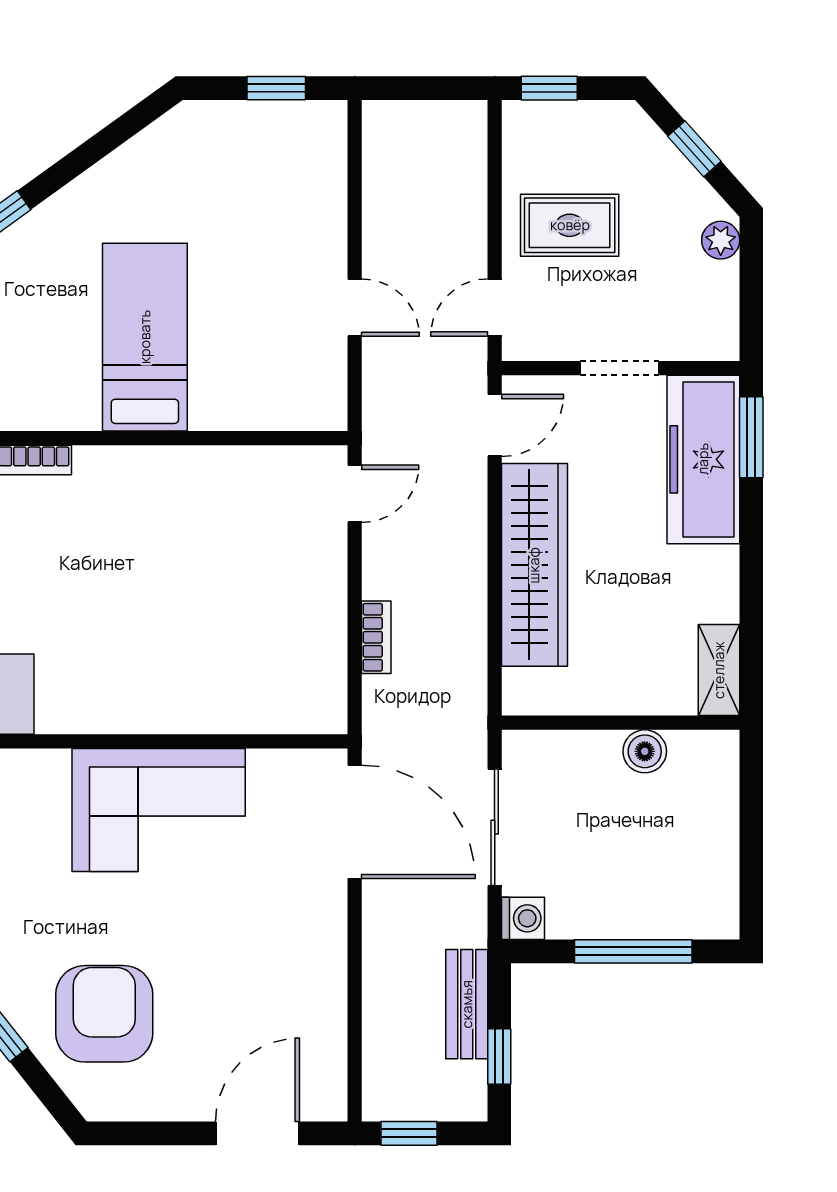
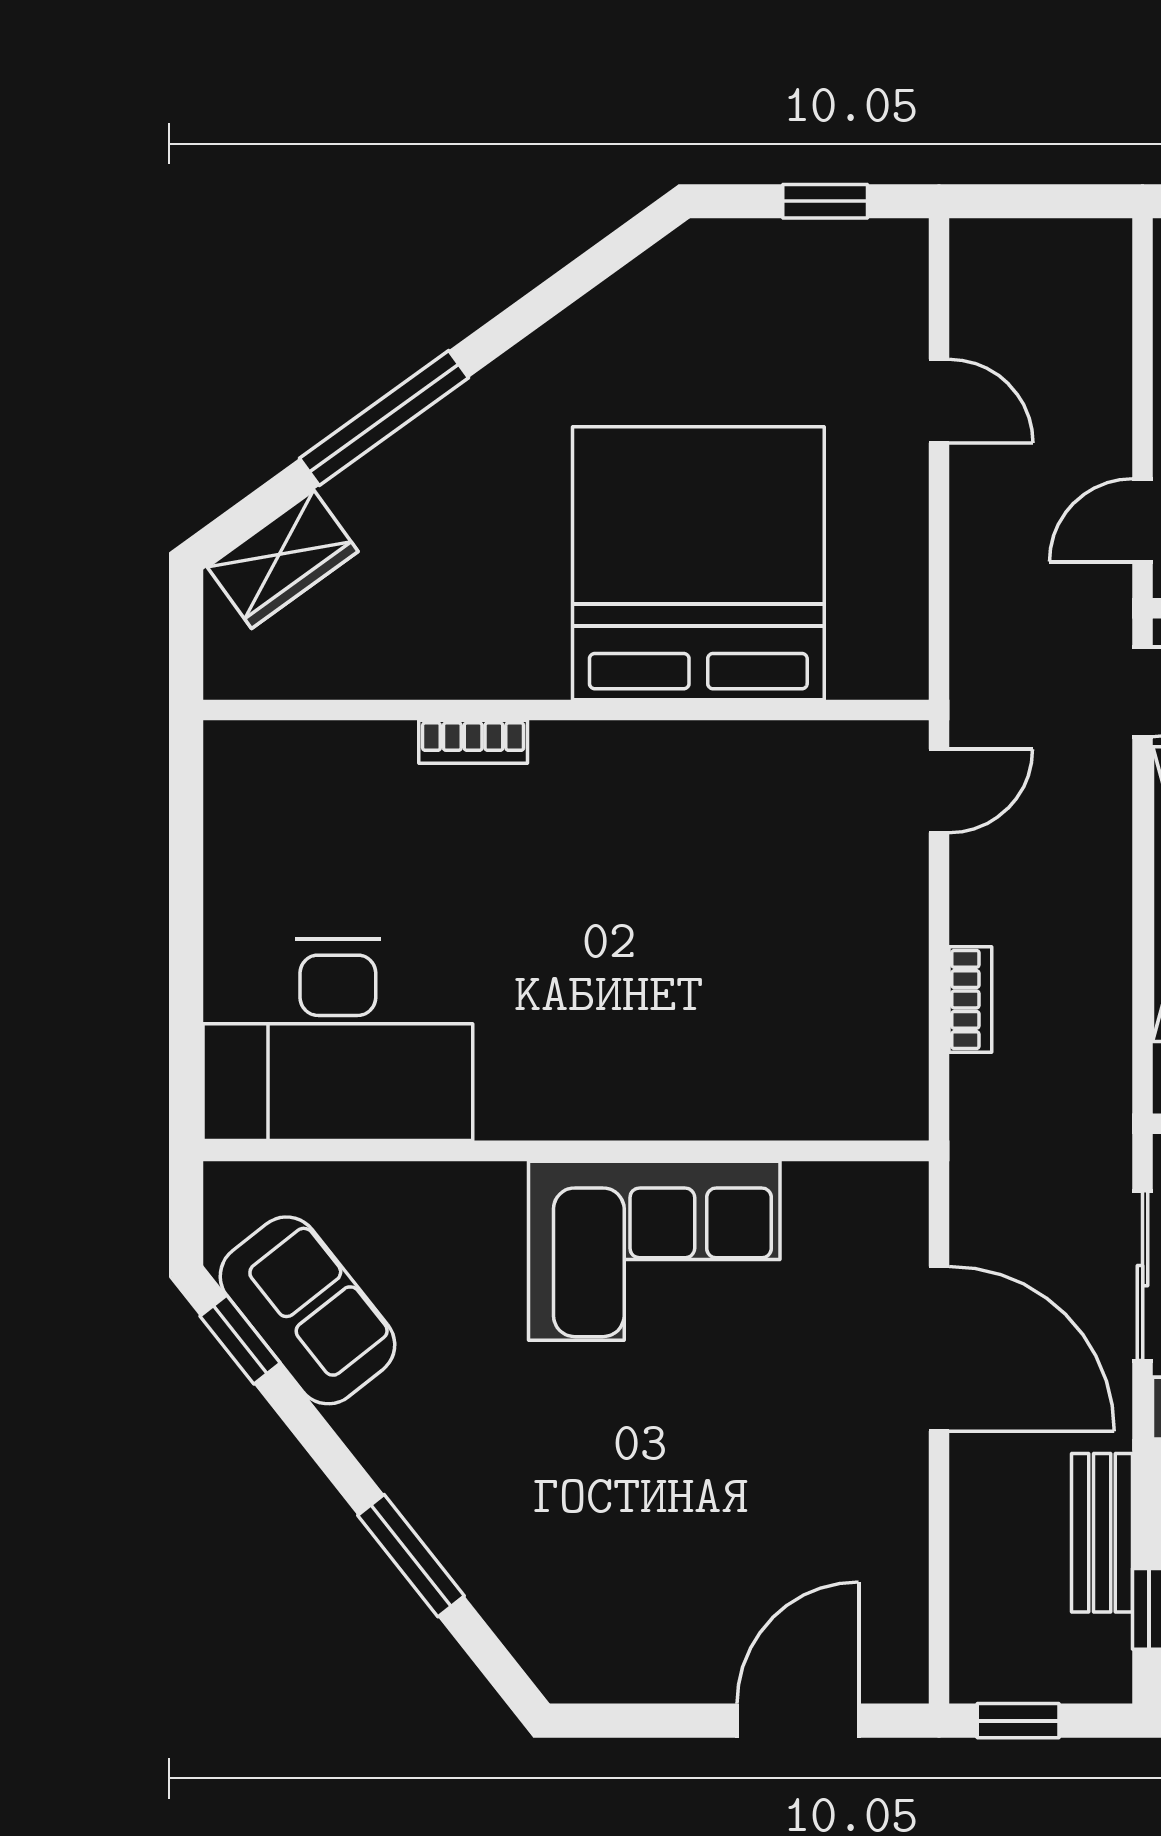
door: (355, 308) -> (939, 401), moved
bed: (145, 337) -> (698, 563), width x2.04
door: (355, 822) -> (939, 1349), moved
armchair: (104, 1014) -> (575, 1547), removed

